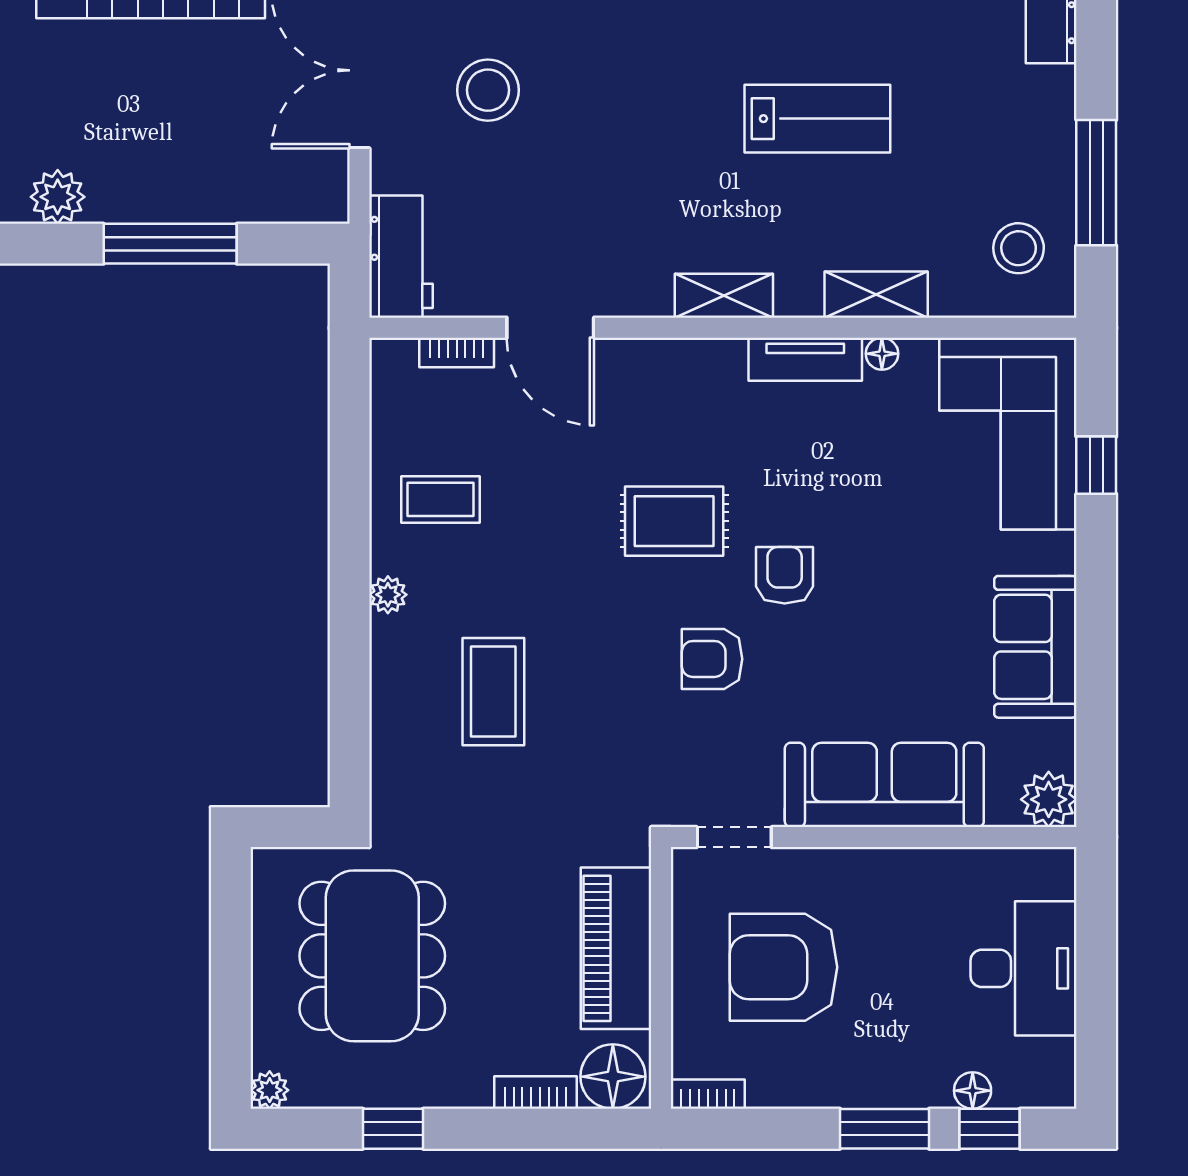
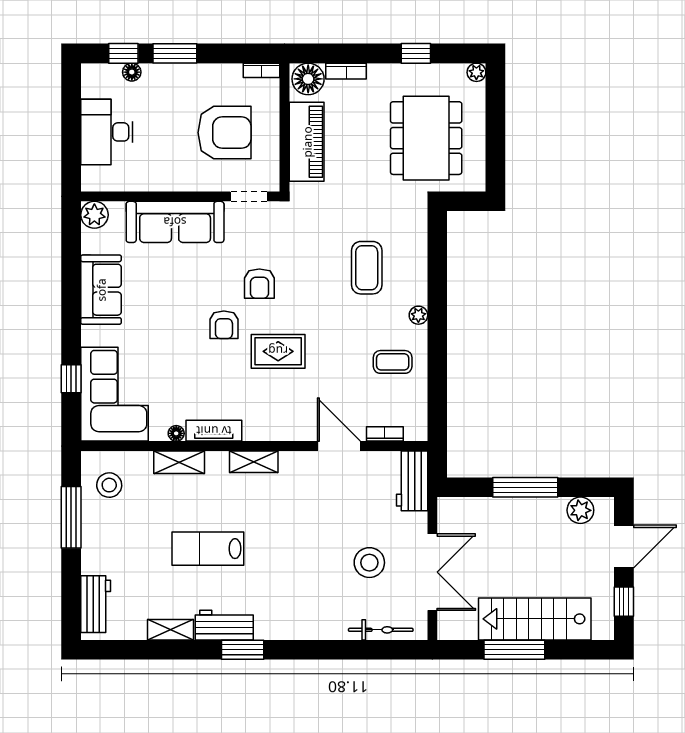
armchair: (712, 659) -> (259, 284), turned 90

